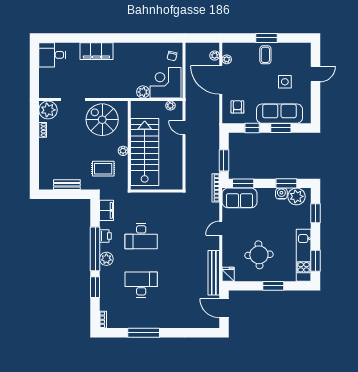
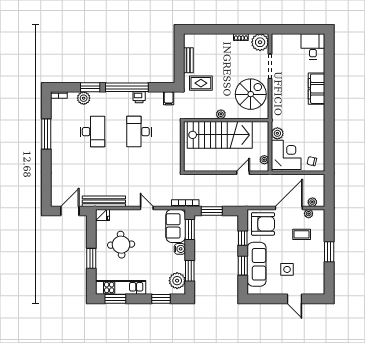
coffee table: (265, 55) -> (302, 234), moved
armchair: (237, 107) -> (263, 224), width x1.88, depth x1.88
rug: (103, 169) -> (201, 83), moved, turned 90
water cooler: (281, 194) -> (180, 249), moved
filing cabinet: (106, 210) -> (169, 98), width x0.50
plant: (106, 259) -> (84, 98), moved

